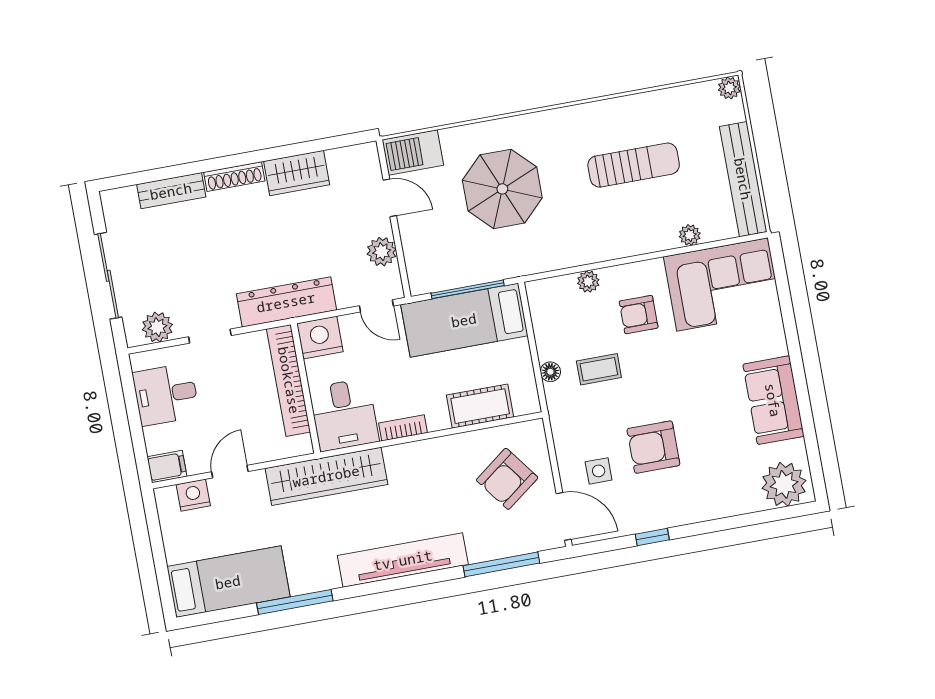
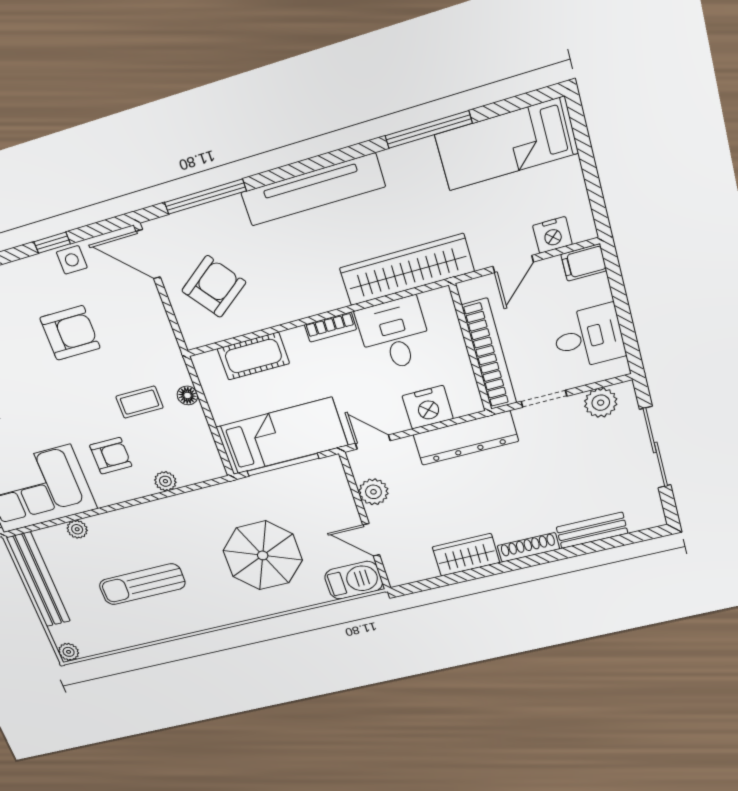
bookcase: (289, 380) -> (489, 354), moved
wall: (305, 388) -> (470, 348), moved
side table: (599, 471) -> (72, 260), moved

